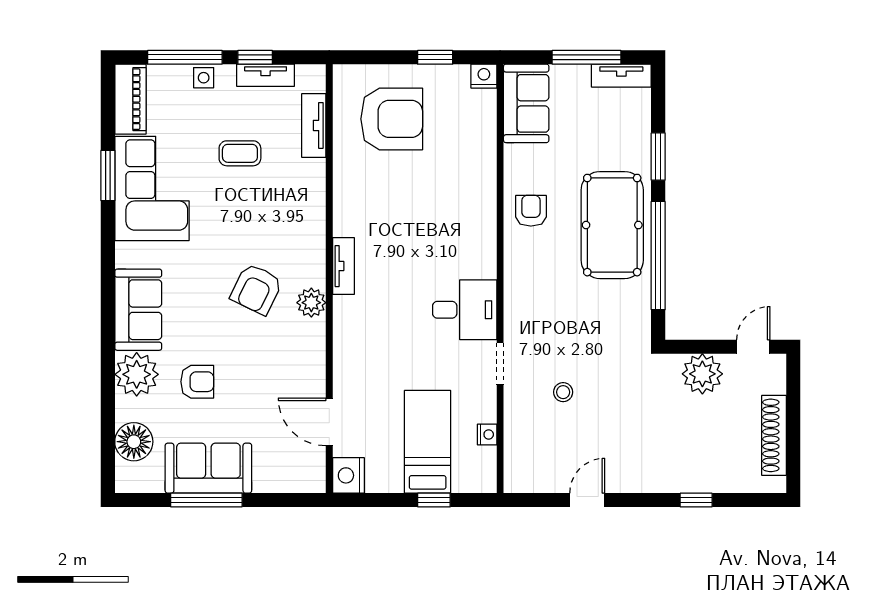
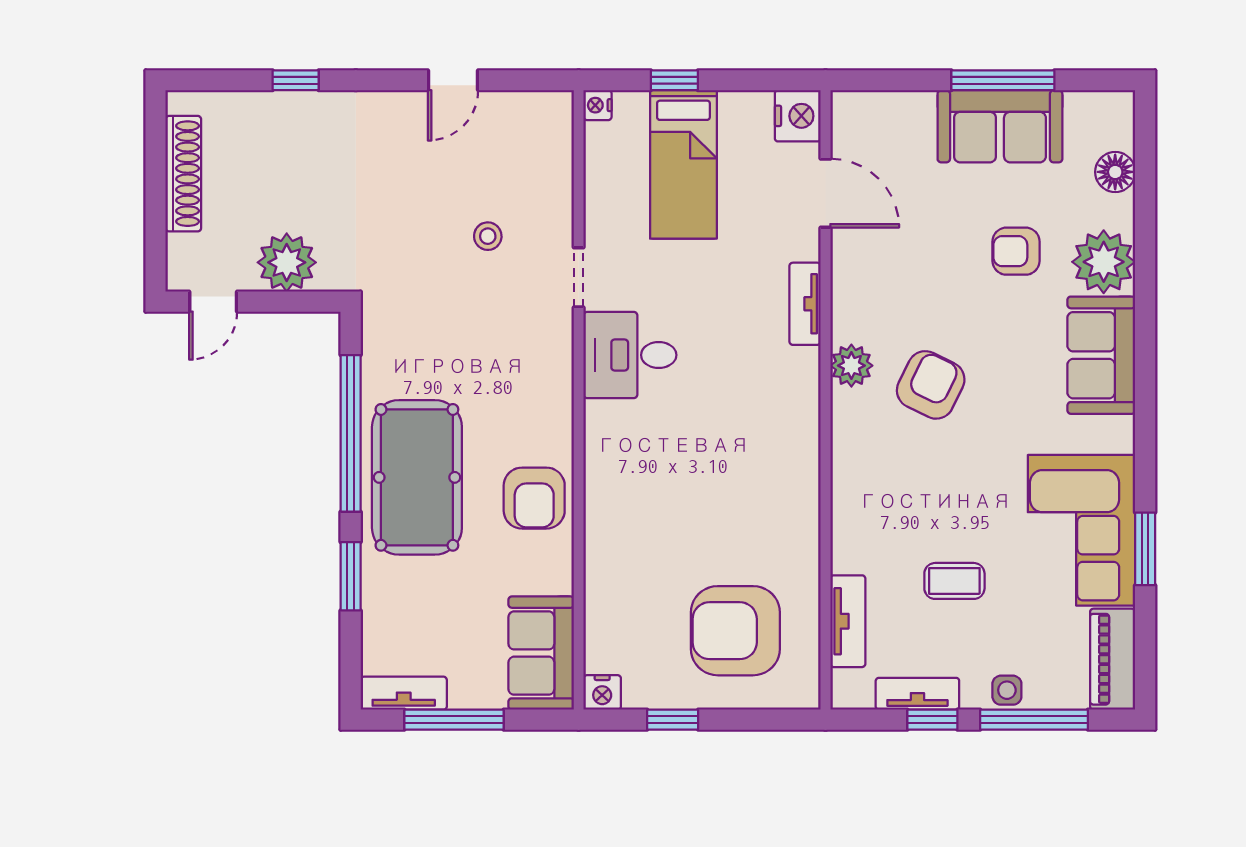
armchair: (531, 211) -> (534, 498), width x1.38, depth x1.38
tv unit: (343, 266) -> (805, 304), moved
nightstand: (487, 434) -> (598, 105), moved
floor lamp: (134, 442) -> (1115, 172), width x0.73, depth x0.73

